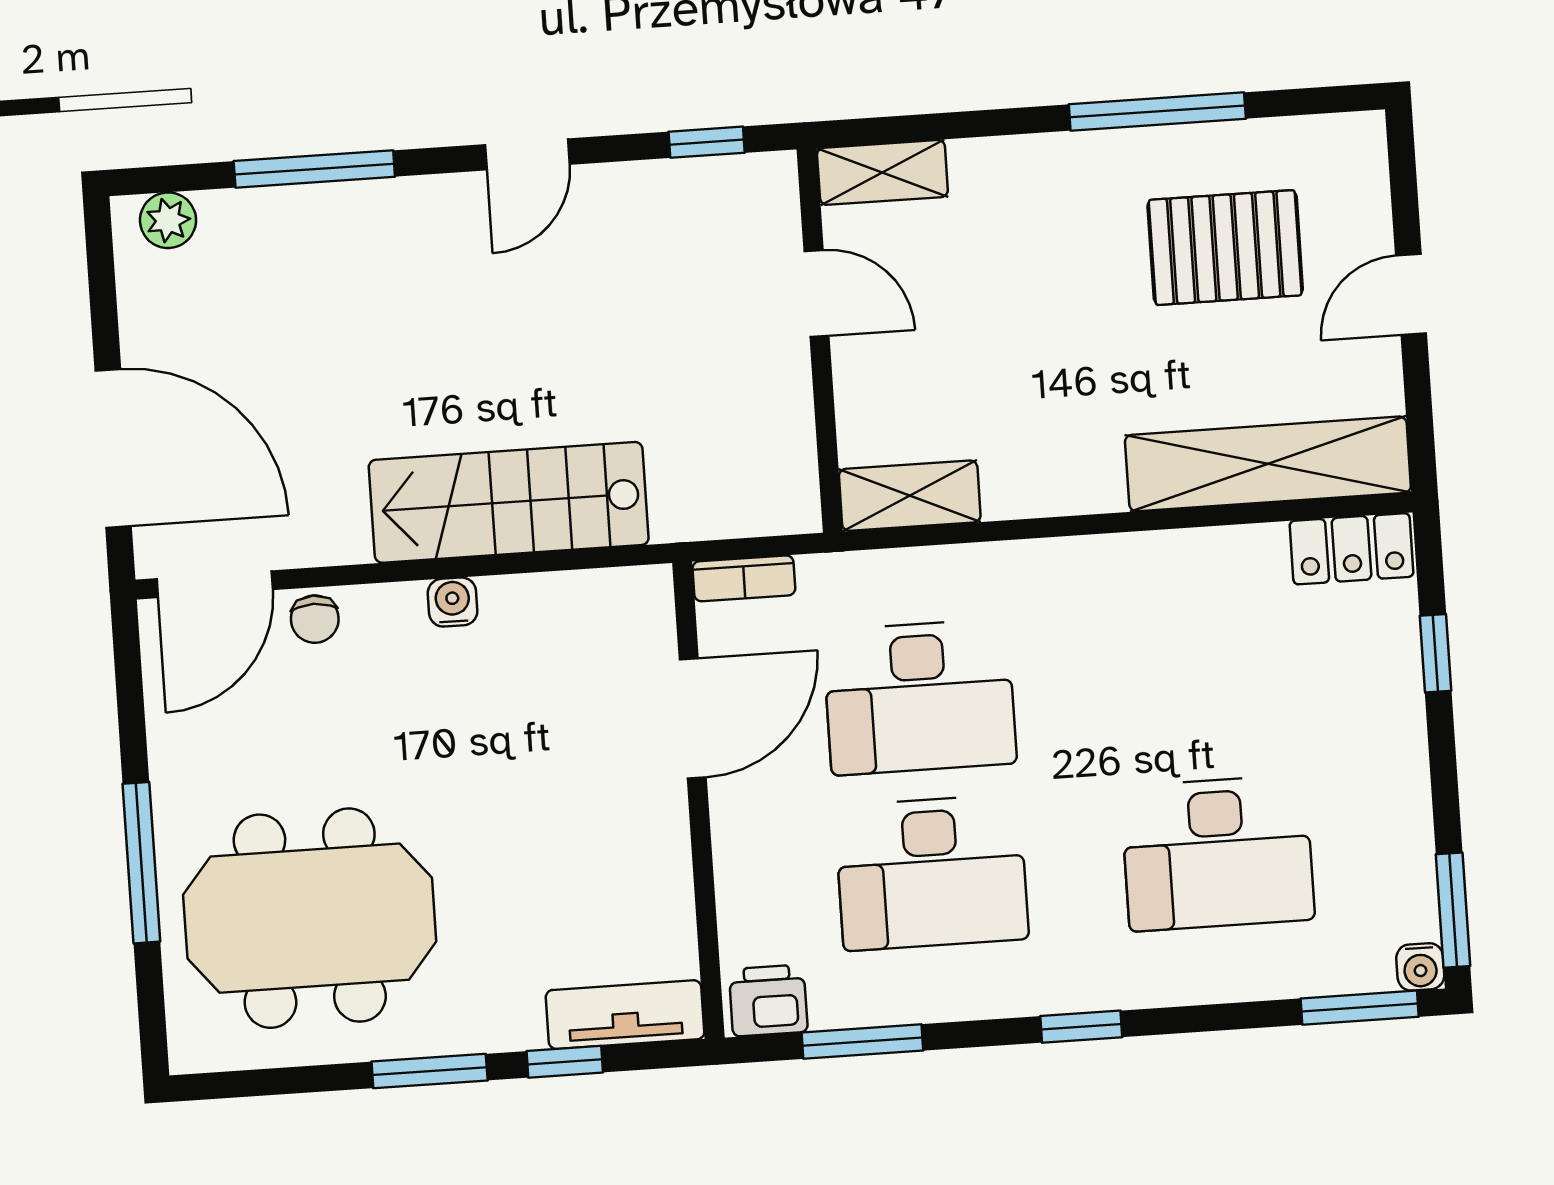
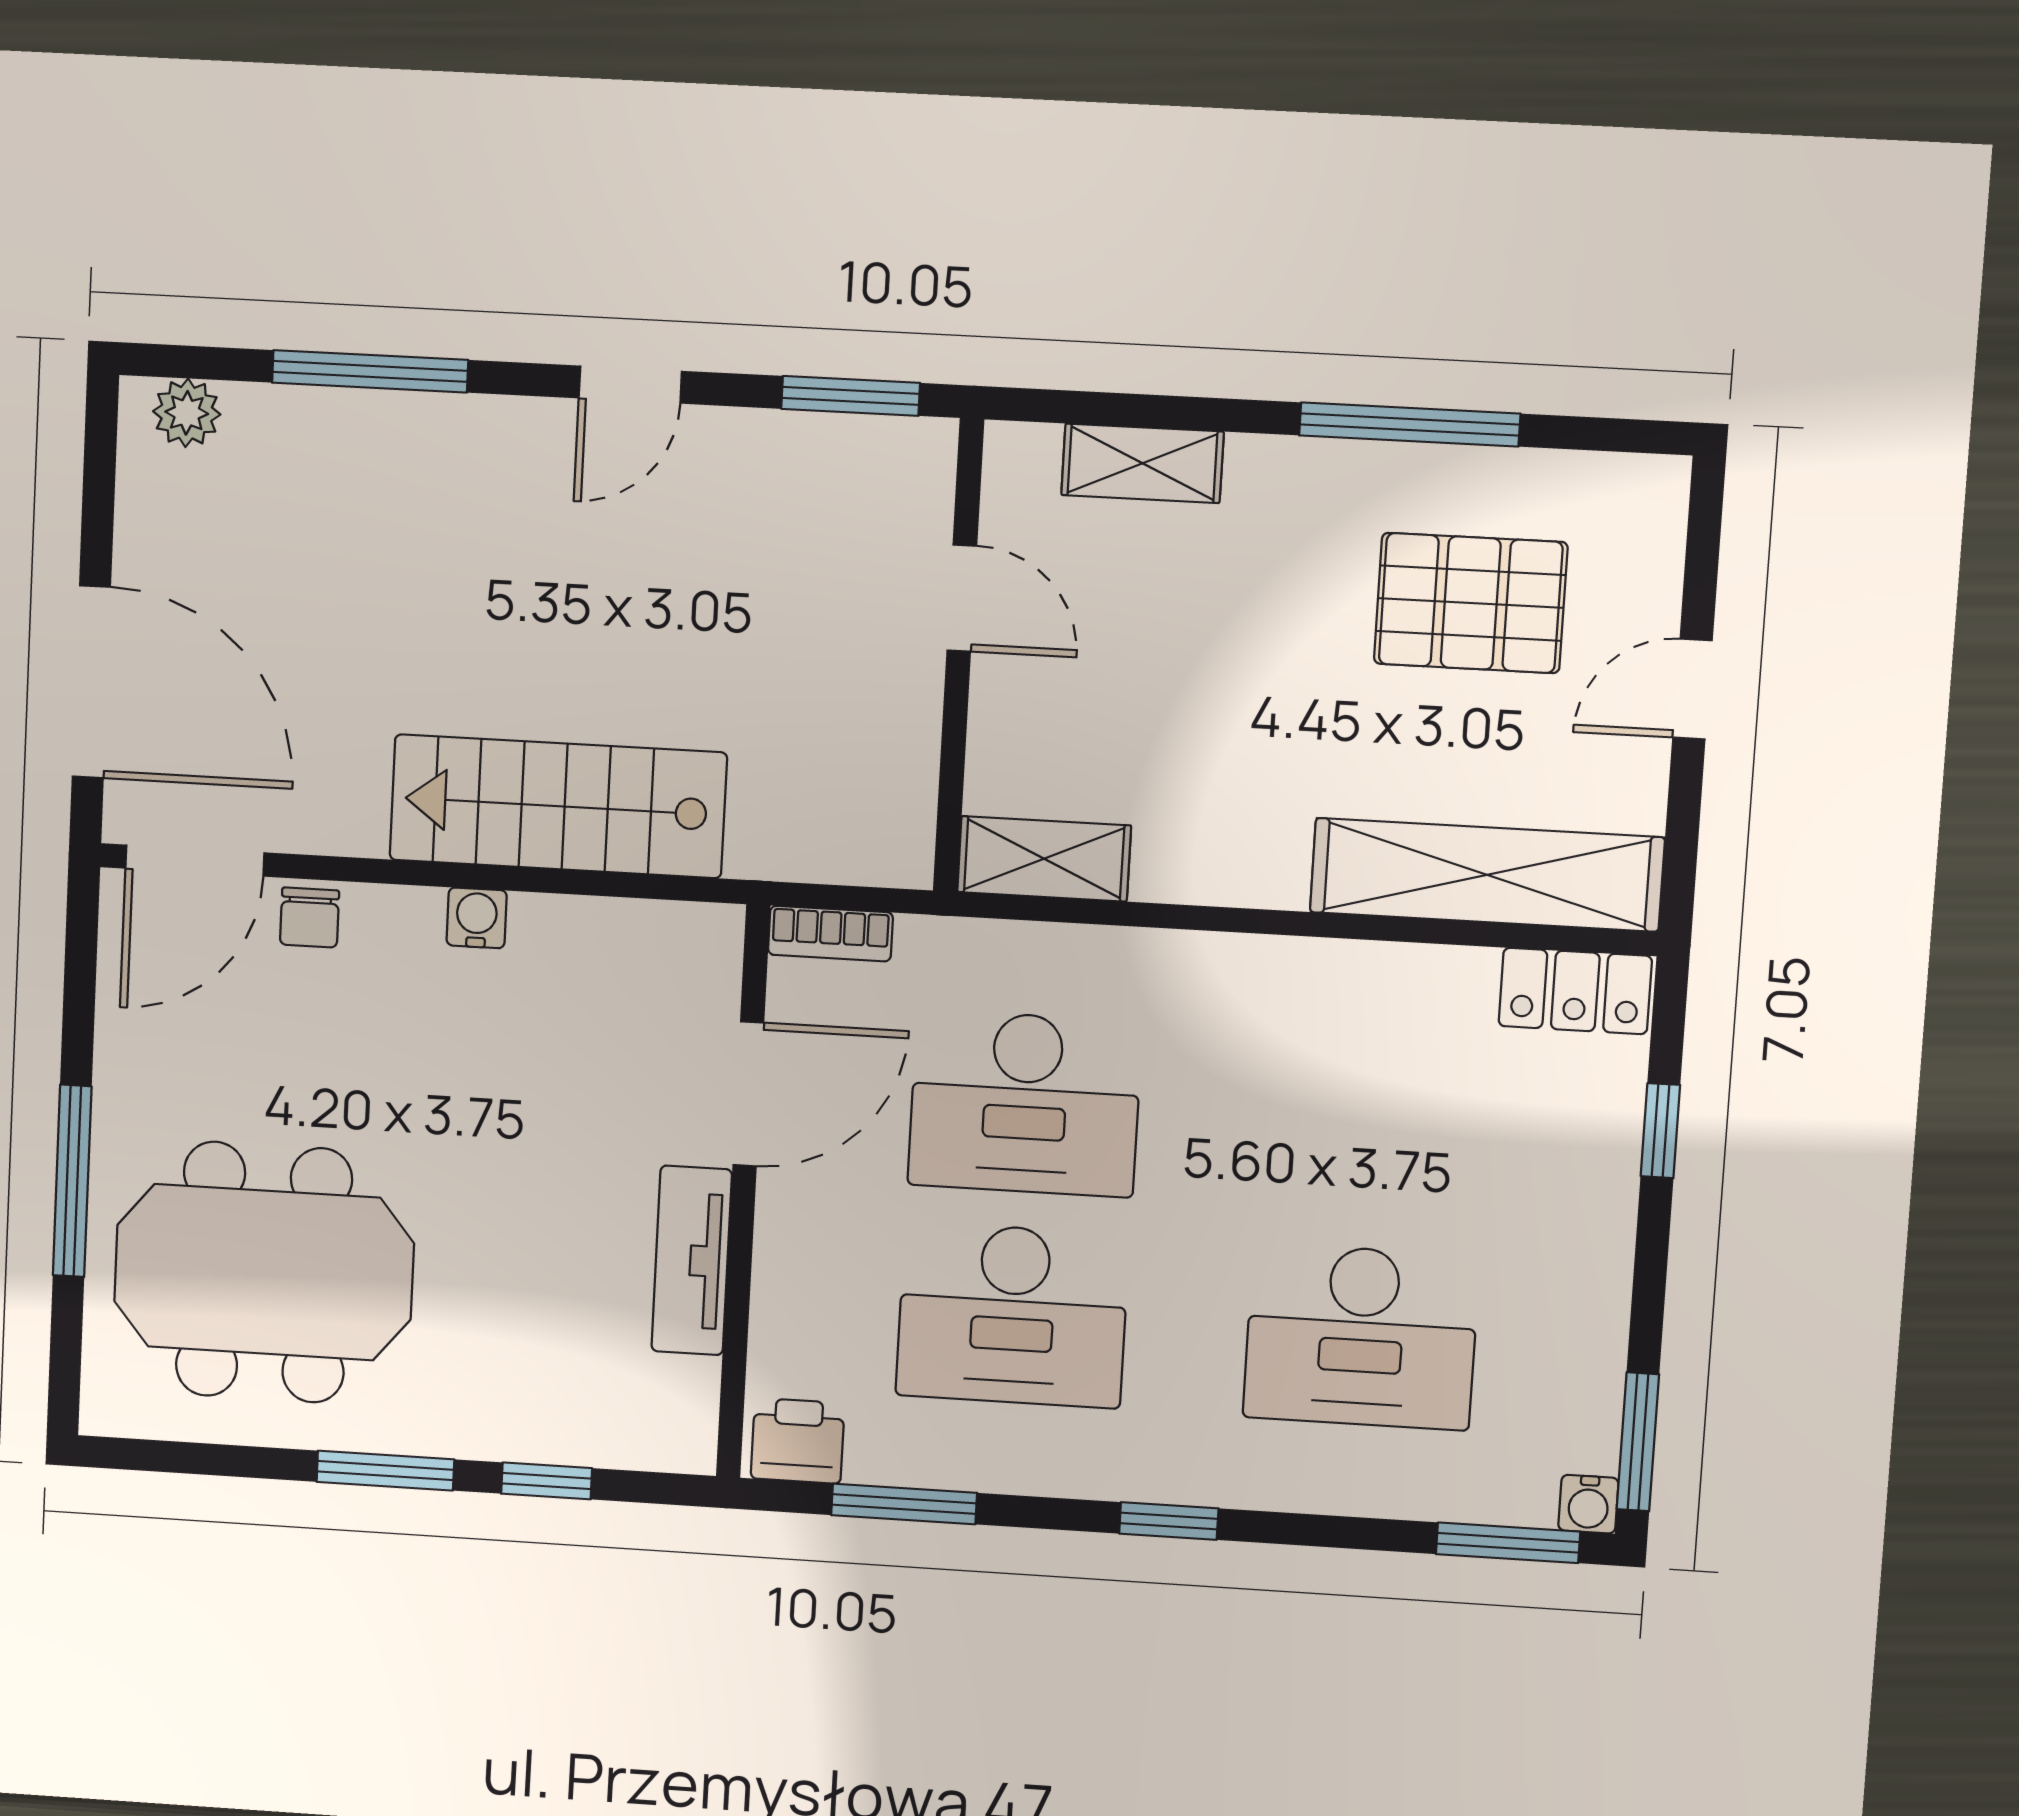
window: (707, 142) -> (851, 396), width x1.50
shelving: (882, 172) -> (1142, 463), moved
tv unit: (625, 1015) -> (692, 1260), moved, turned -90

